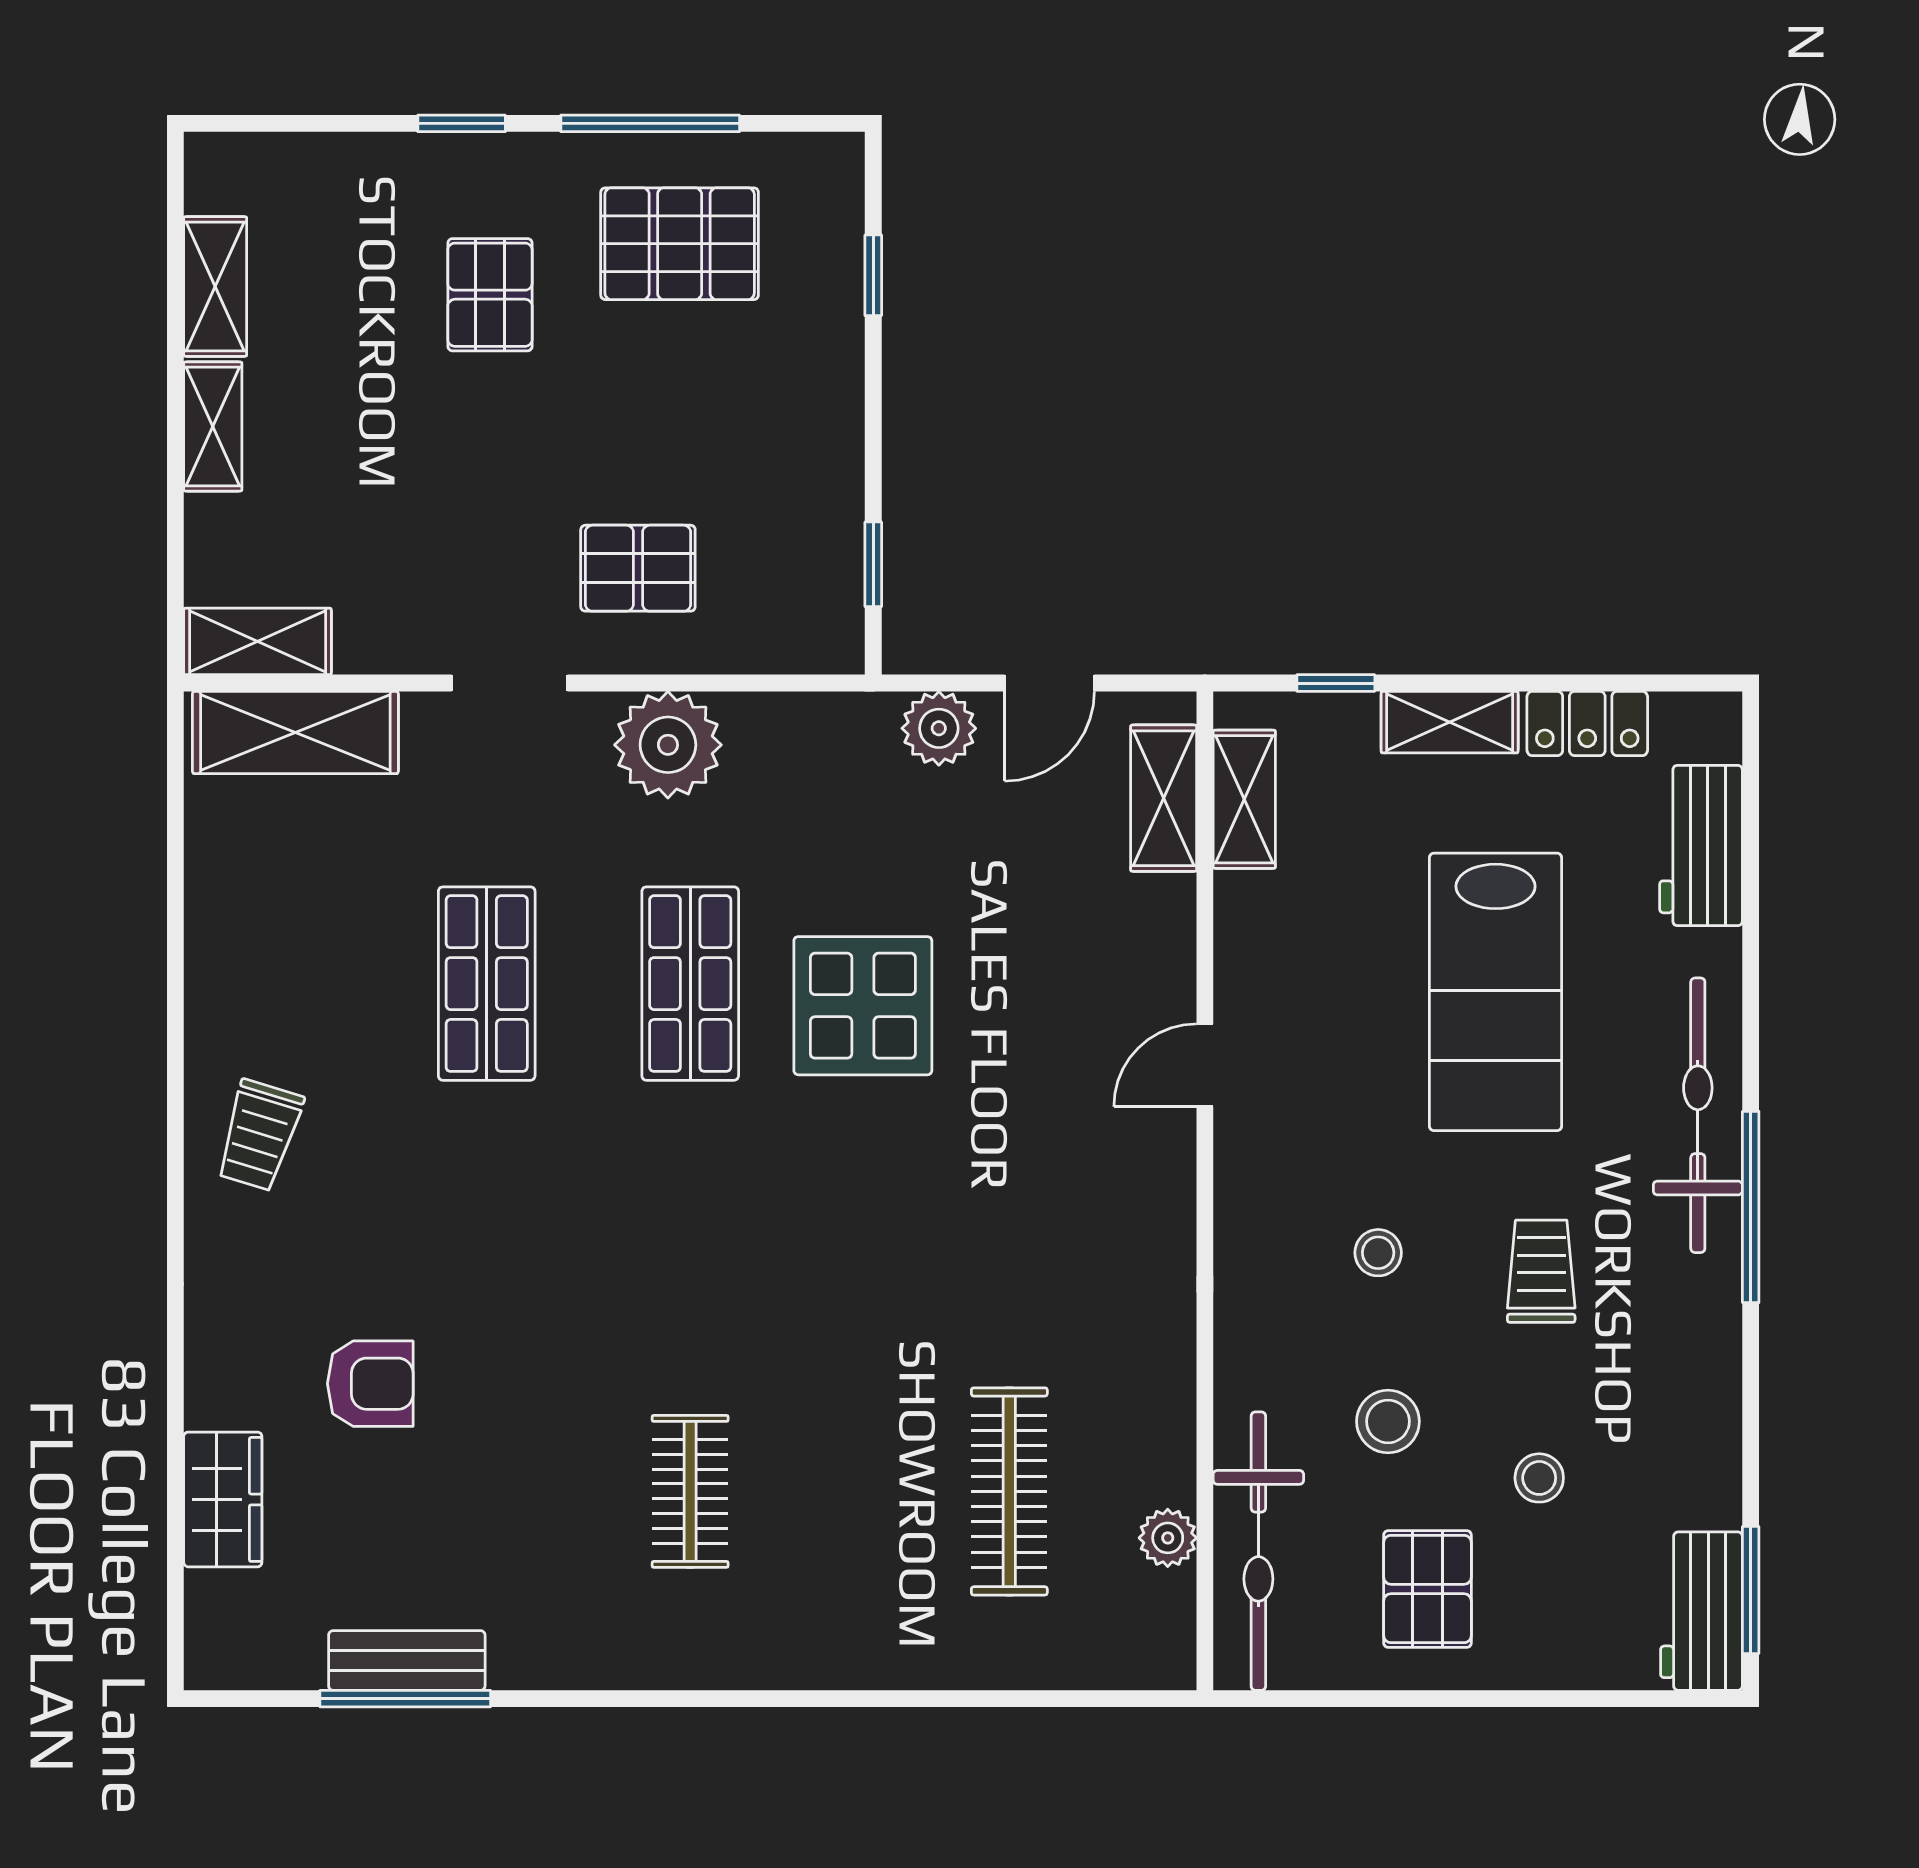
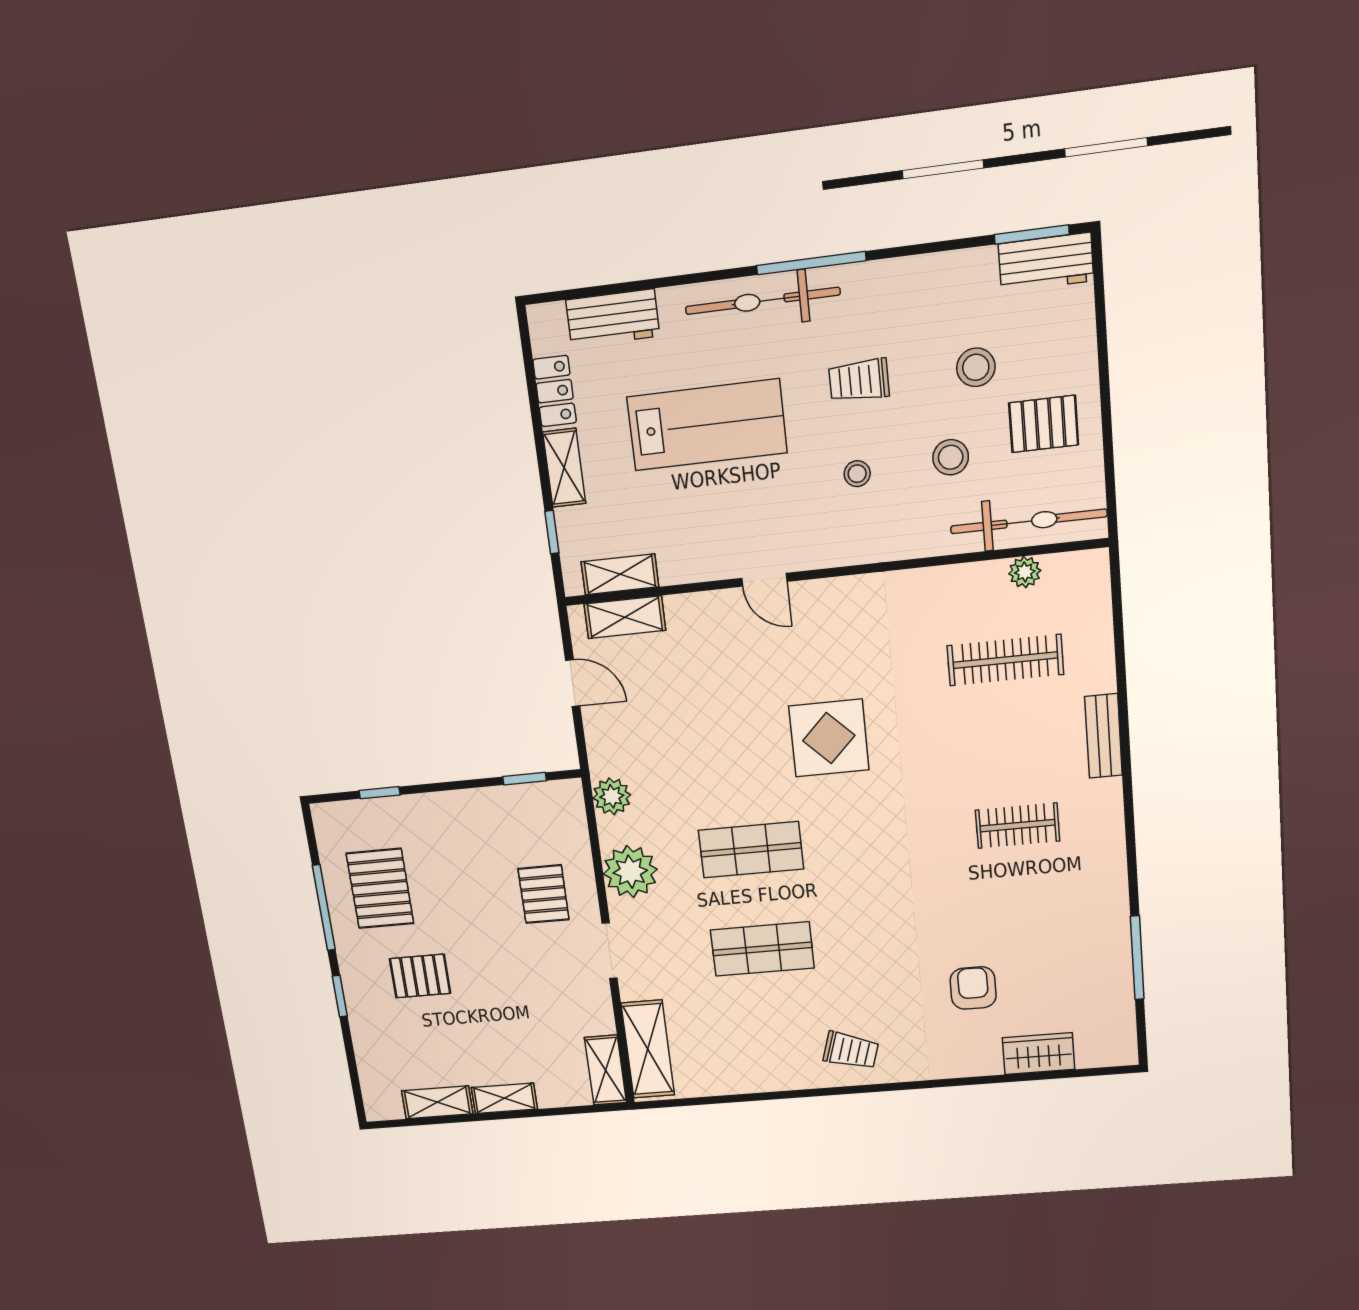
plant: (939, 728) -> (612, 796), moved
display table: (863, 1006) -> (829, 738), moved
stool: (1539, 1478) -> (976, 367), width x1.37, depth x1.37
bench: (407, 1660) -> (1104, 736), moved

